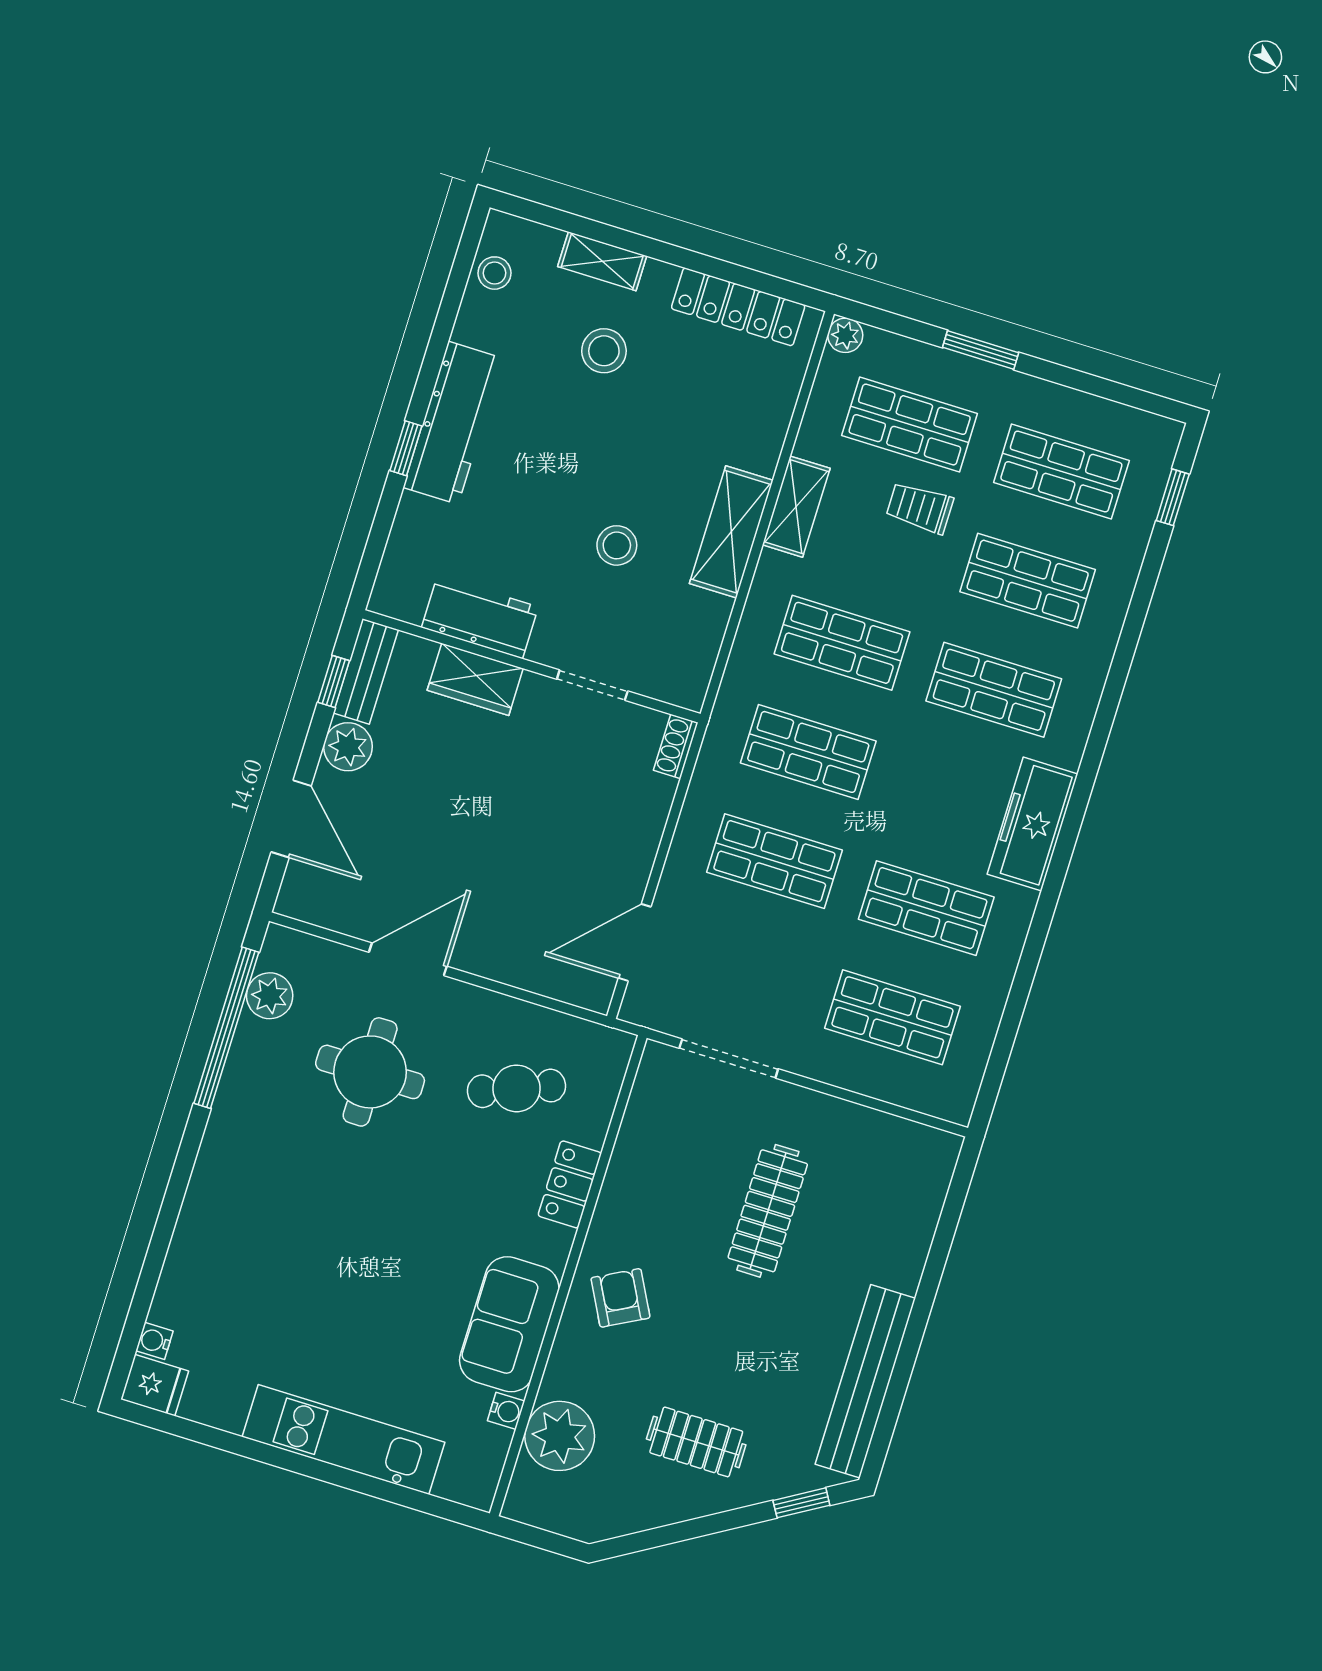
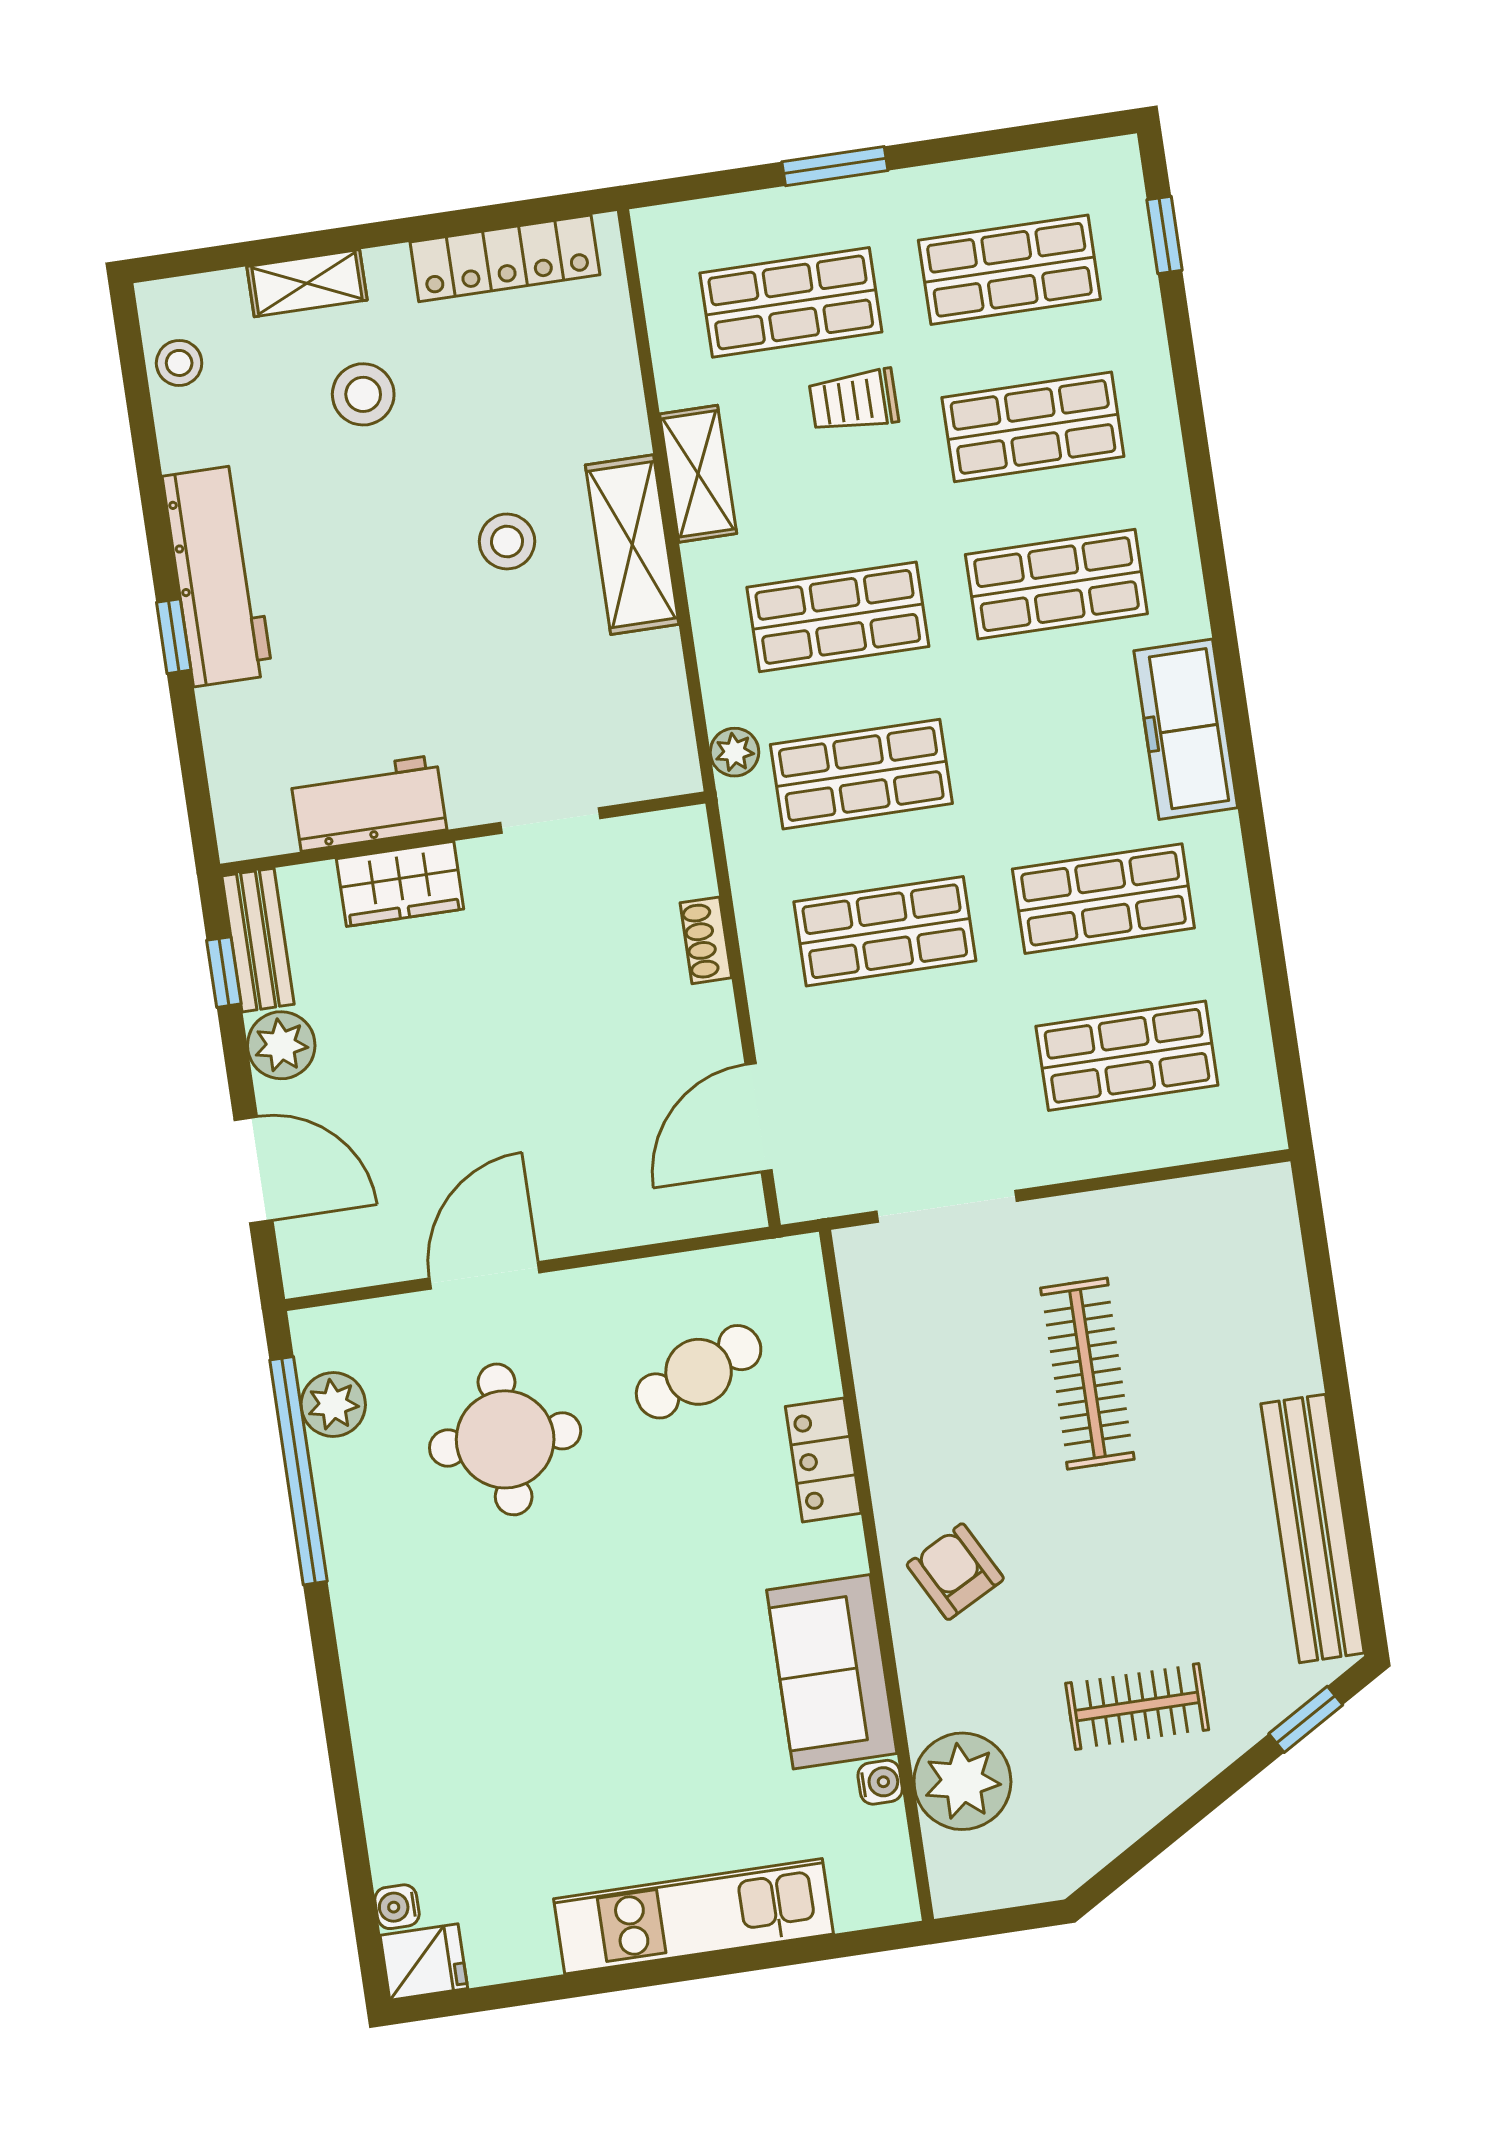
plant: (845, 335) -> (735, 752), moved
stool: (617, 545) -> (507, 541), moved
shoe rack: (676, 746) -> (706, 940), moved

